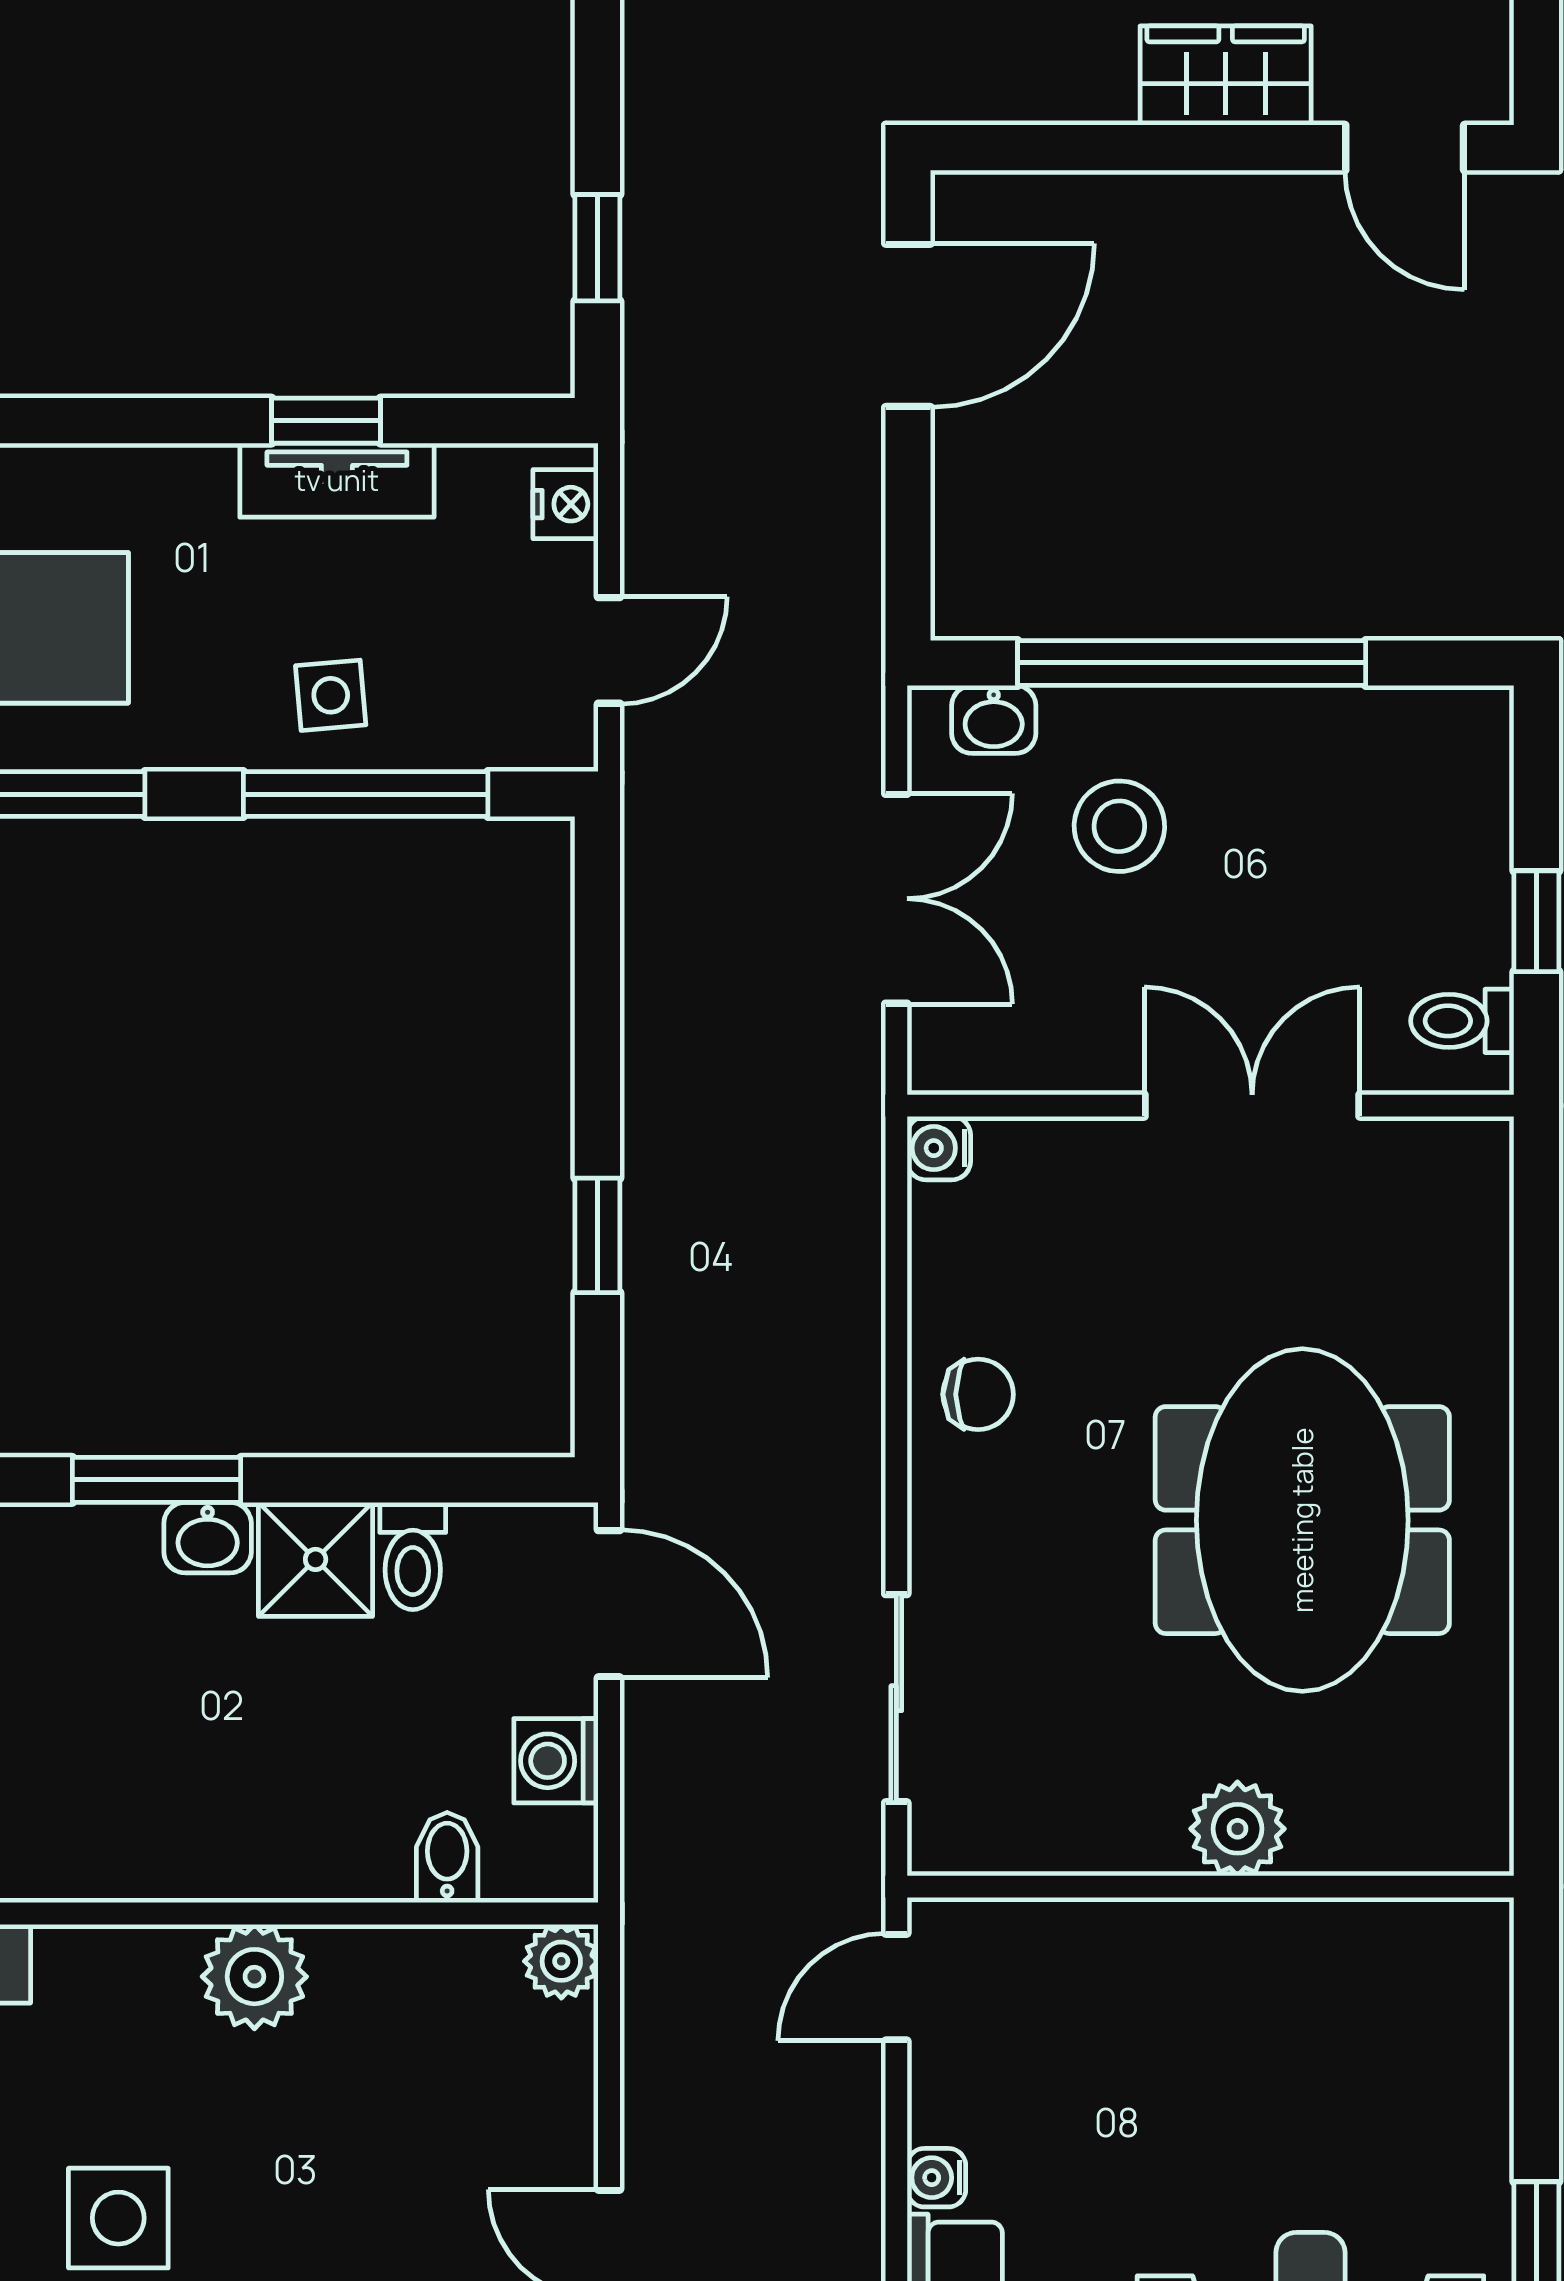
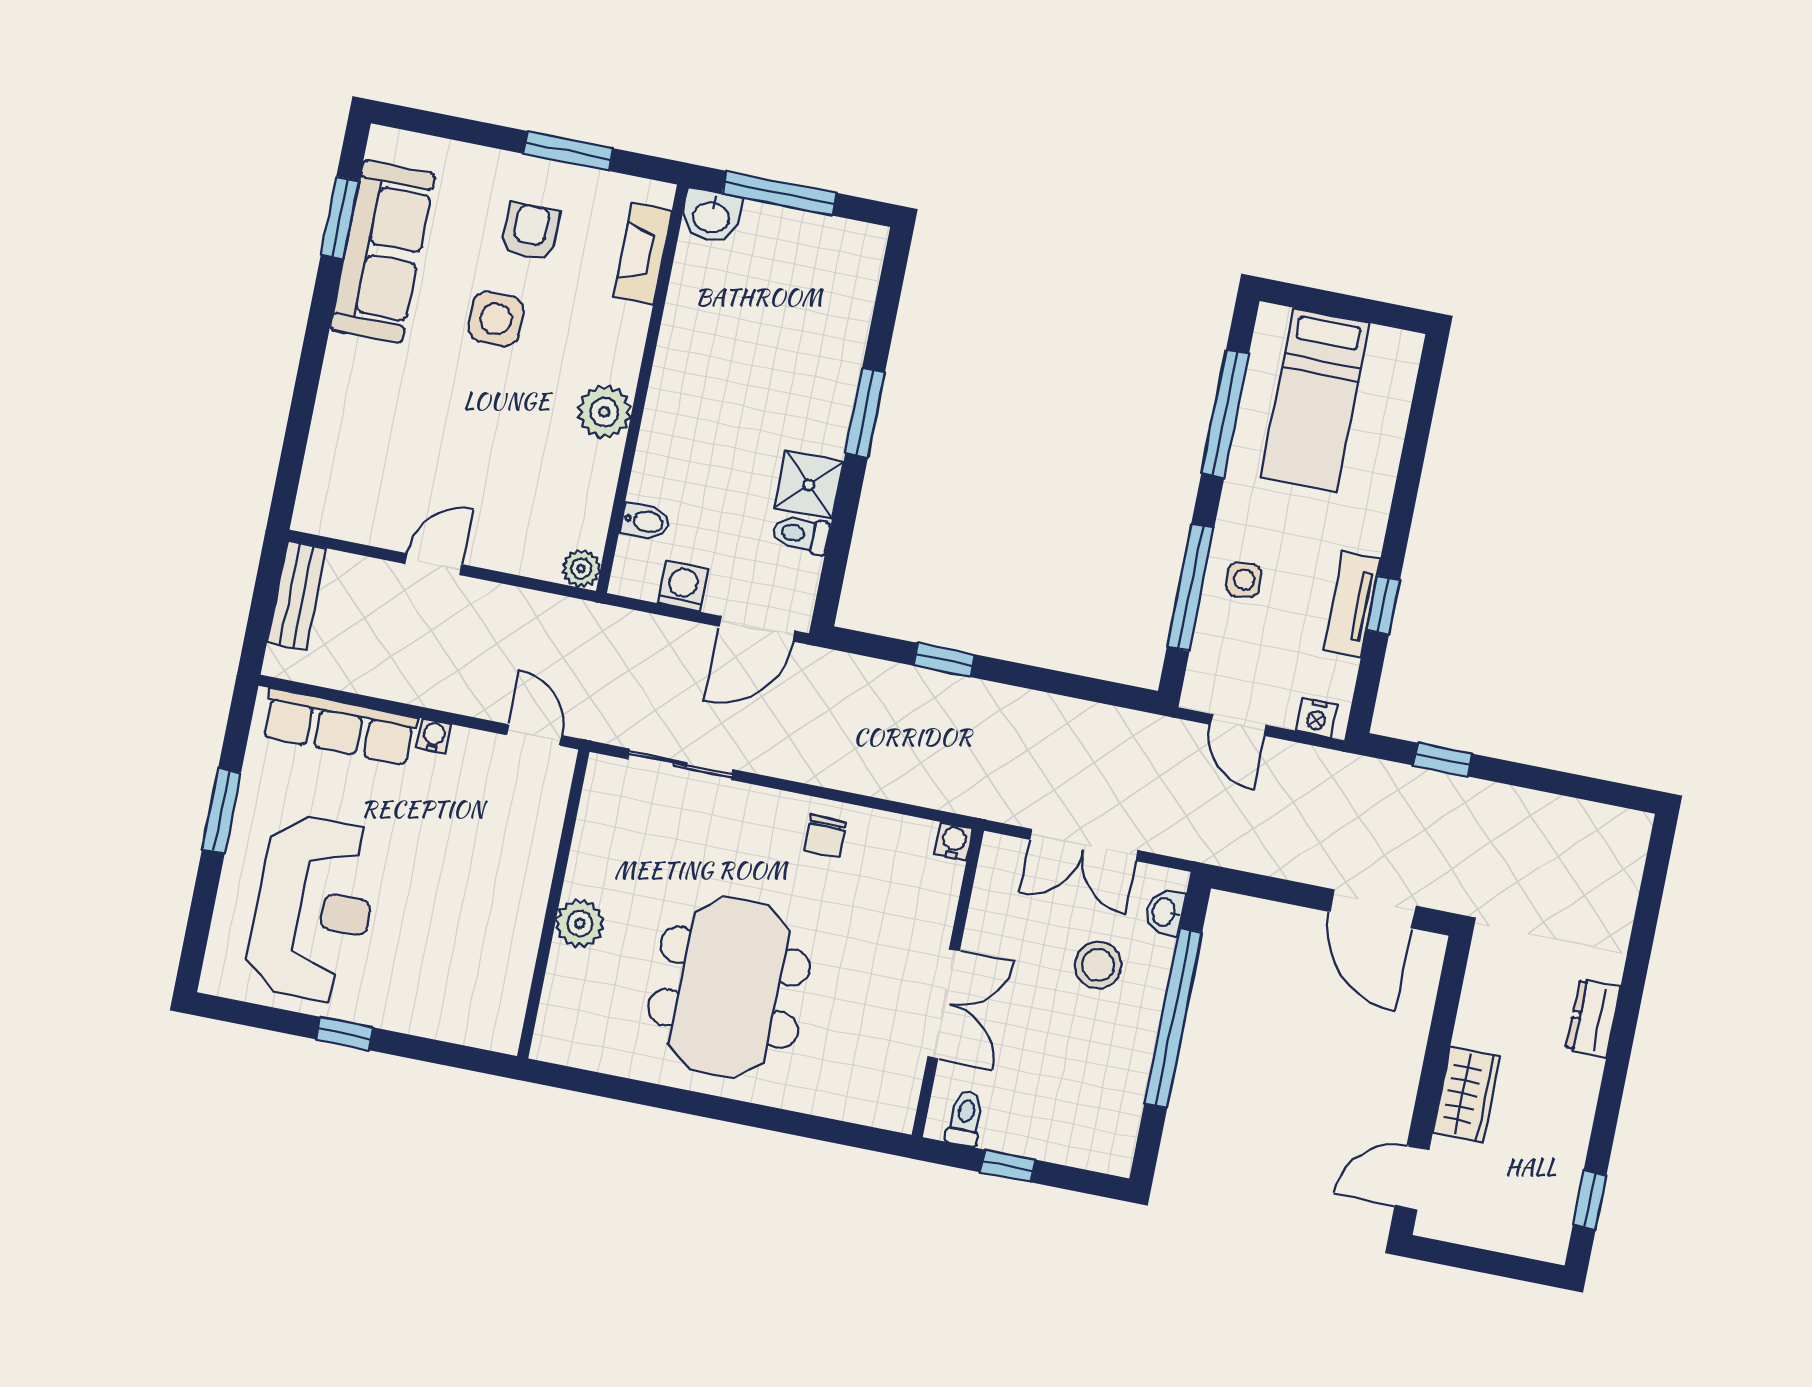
meeting table: (1302, 1520) -> (729, 987), turned 90
washbasin: (208, 1538) -> (831, 433), removed

